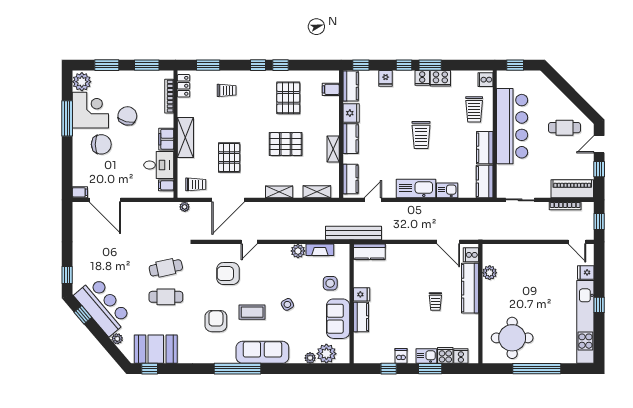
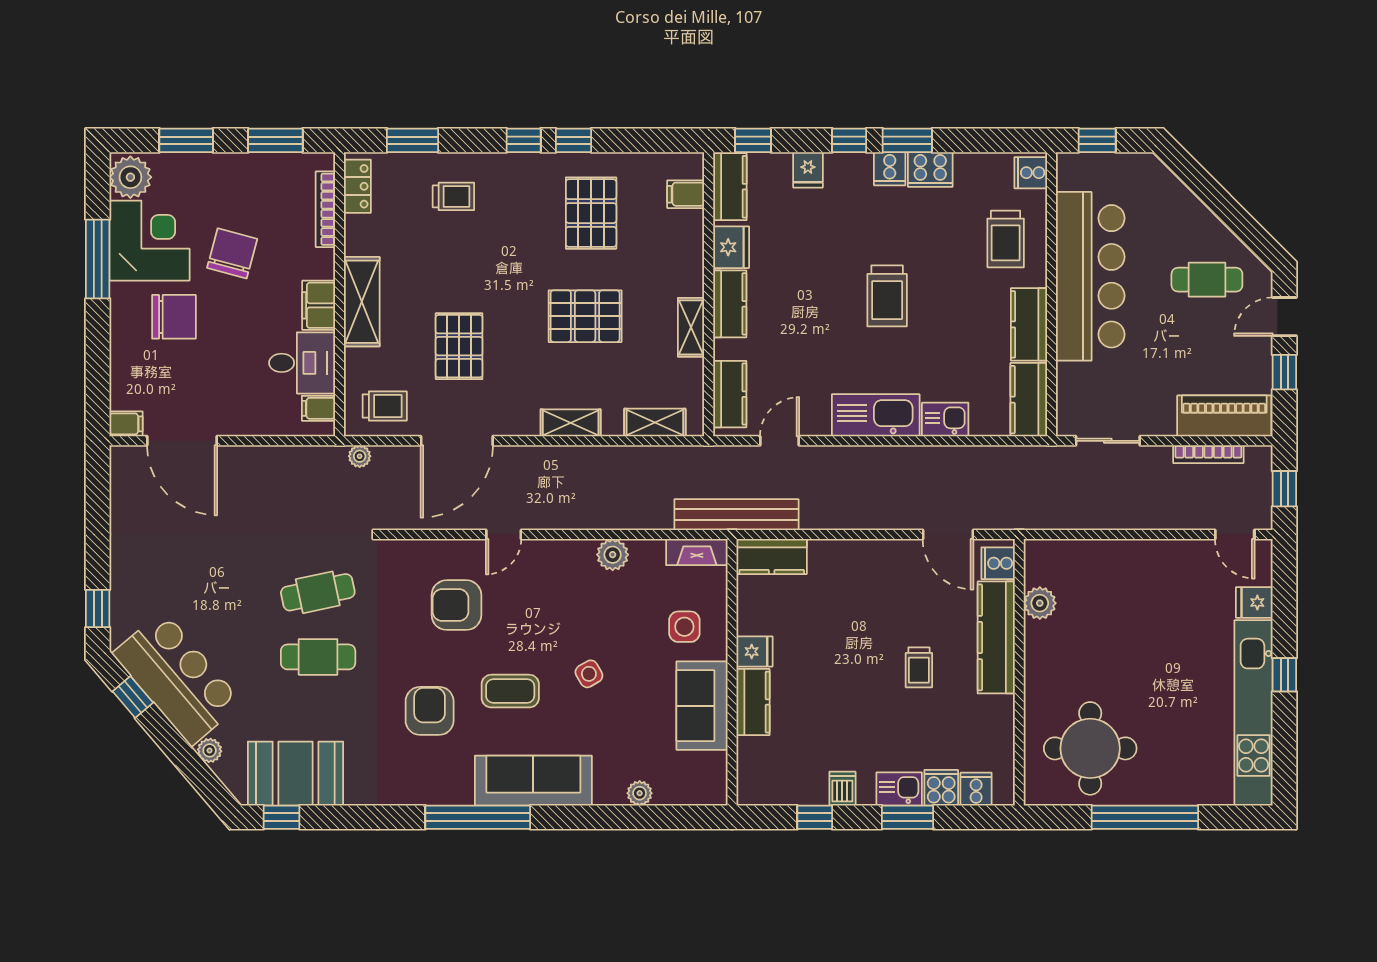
fireplace: (320, 250) -> (697, 552), moved
plant: (326, 354) -> (676, 784), removed

